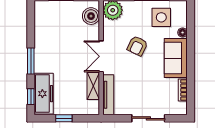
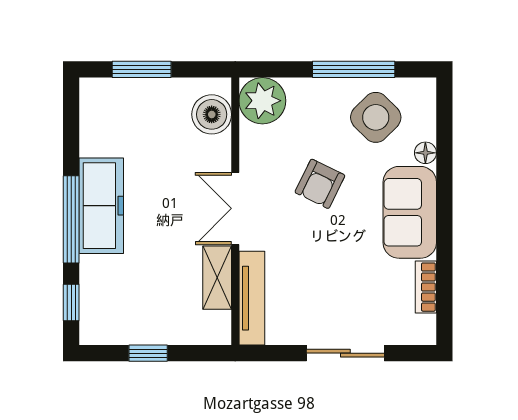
side table: (161, 17) -> (376, 117), turned 45
window: (31, 61) -> (71, 219), width x1.44
freezer: (44, 94) -> (101, 206), moved

